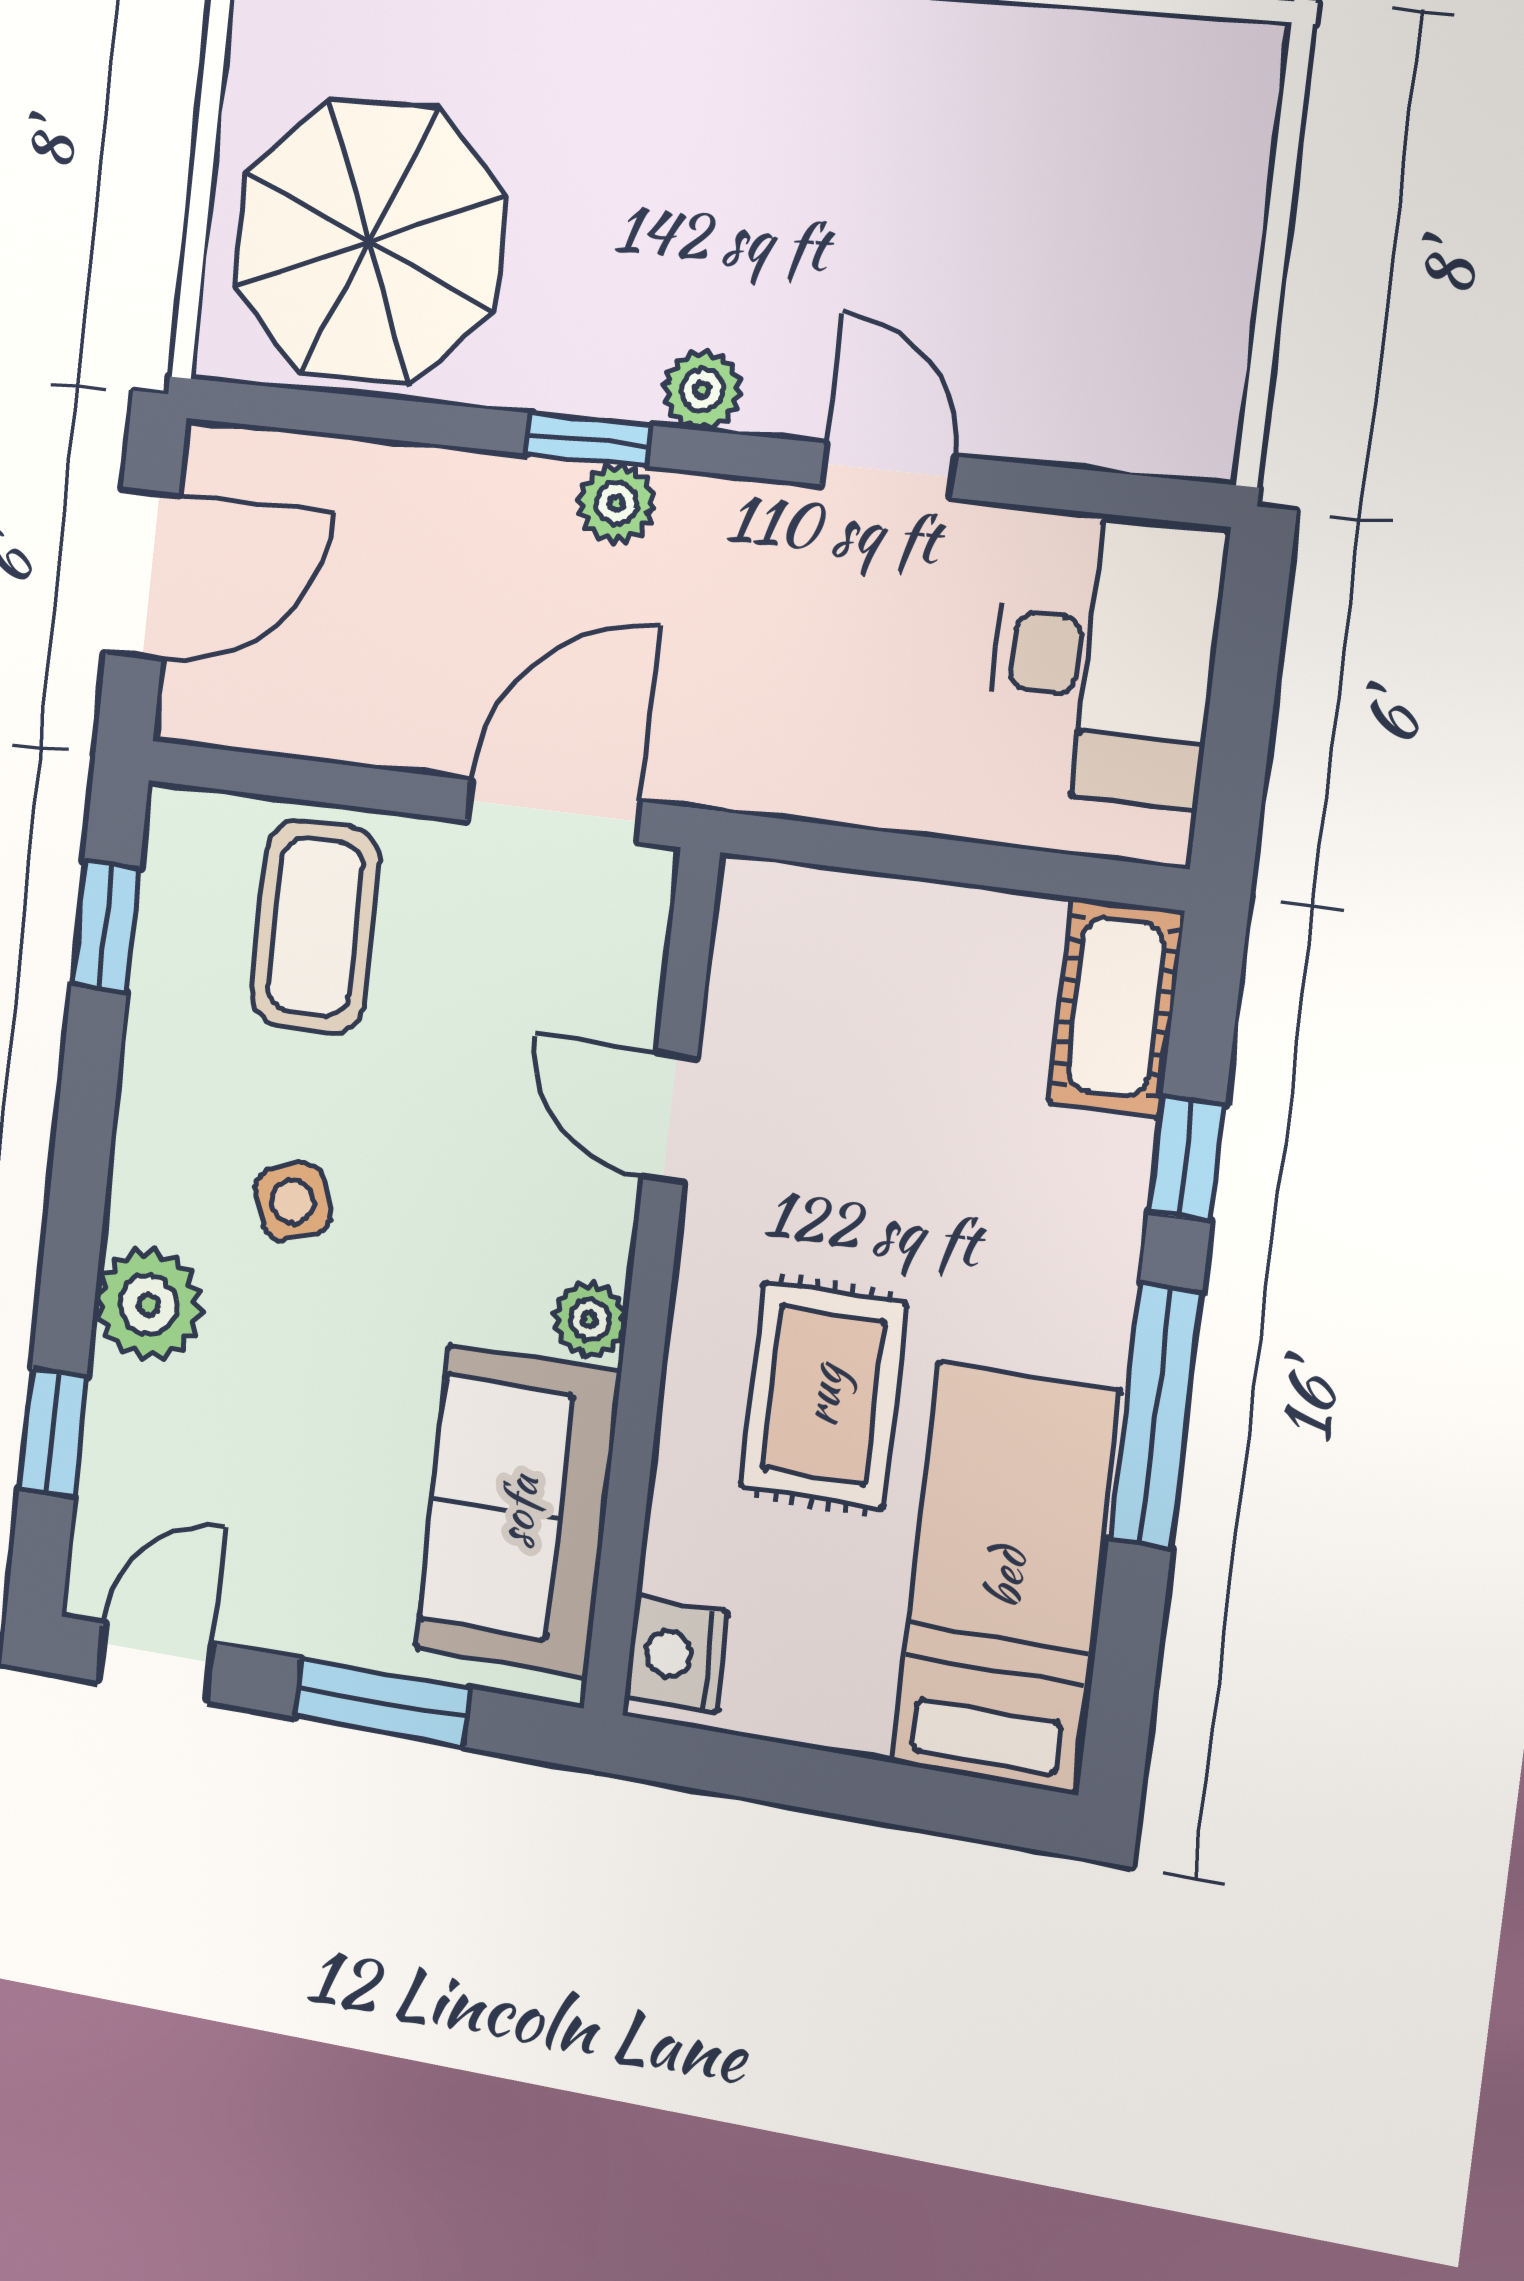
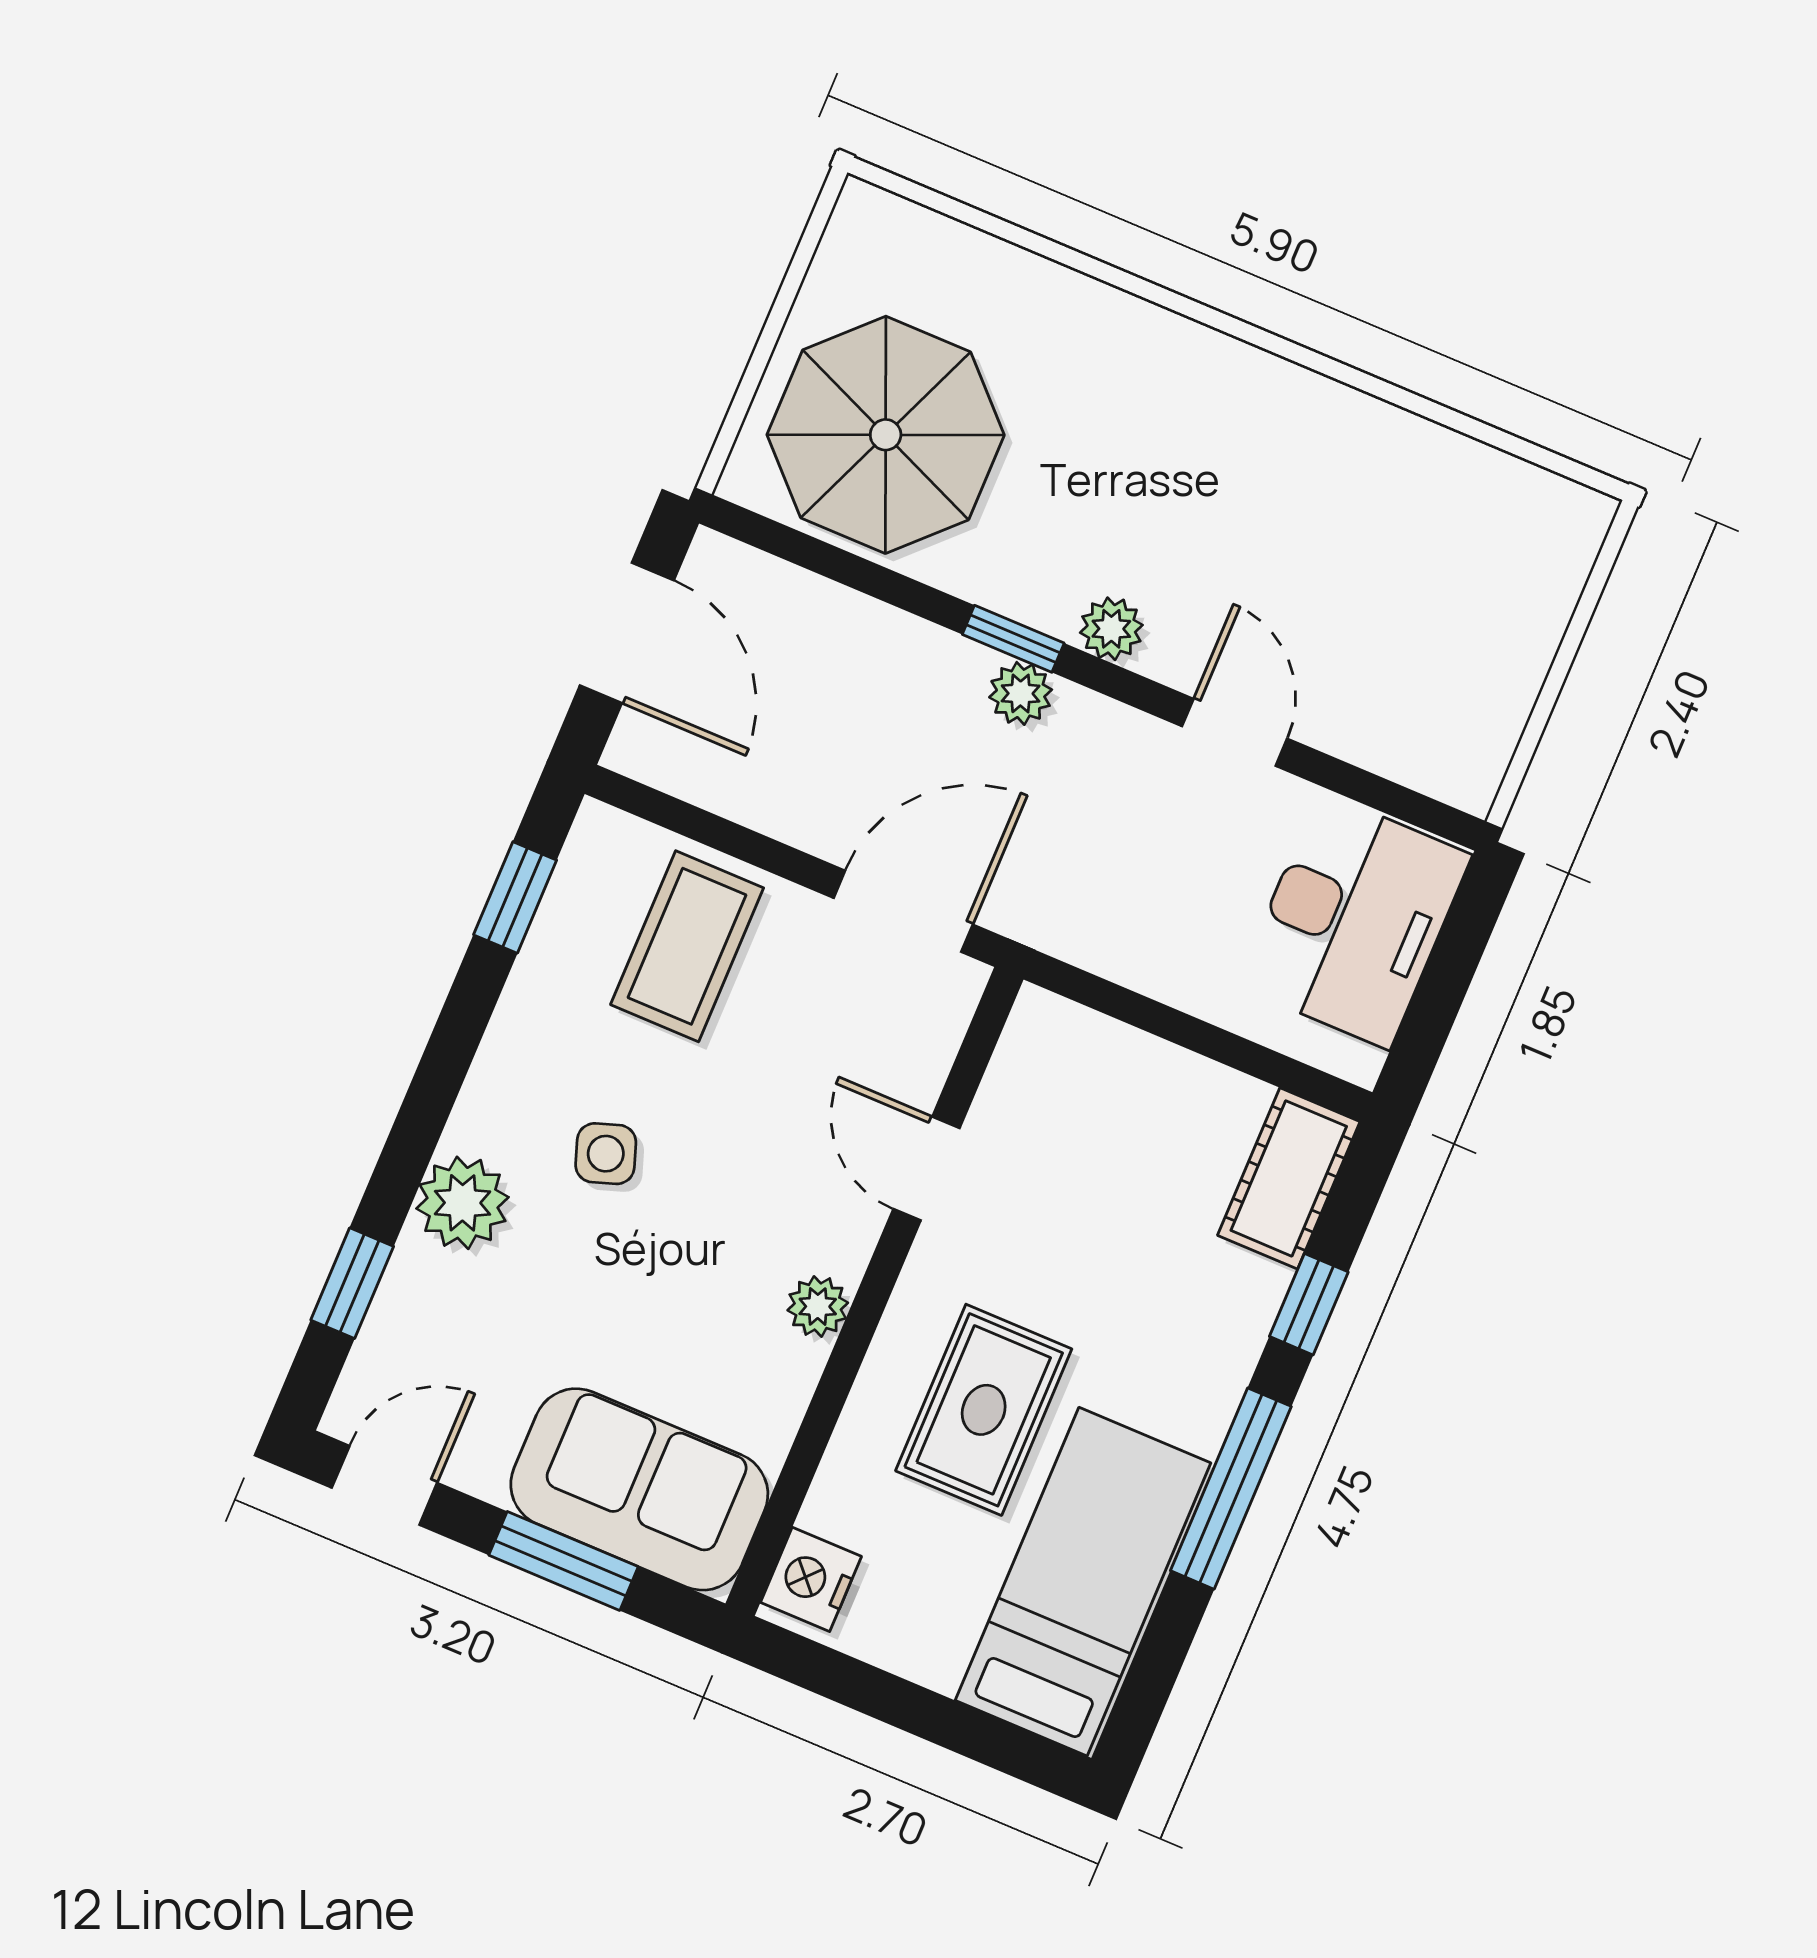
door: (142, 574) -> (627, 633), hinge flipped
sofa: (518, 1511) -> (639, 1489), moved, turned 90

